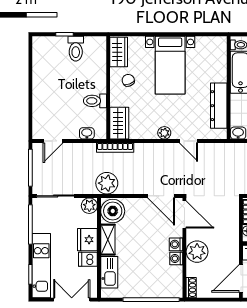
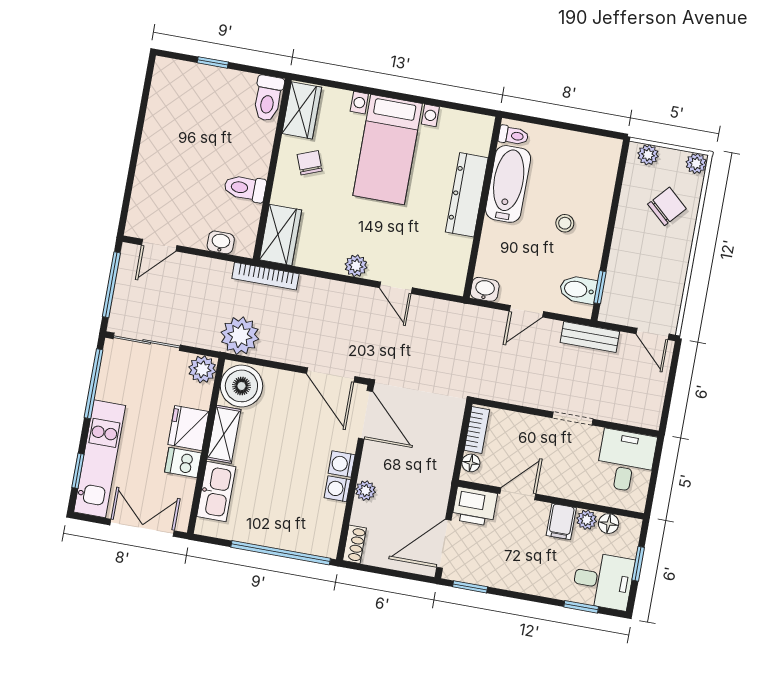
toilet: (76, 49) -> (268, 98), moved
dresser: (219, 106) -> (467, 195), moved
plant: (197, 252) -> (366, 491), width x0.53, depth x0.53

